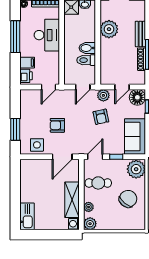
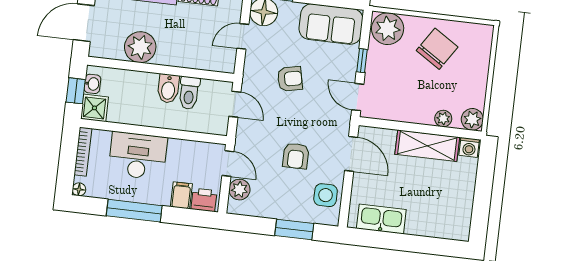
door: (122, 87) -> (243, 36), swing flipped
plant: (103, 95) -> (239, 190), moved
cafe table: (98, 183) -> (404, 97), removed
chair: (128, 199) -> (437, 49), turned 84
kitchen sink: (27, 216) -> (381, 219), moved

